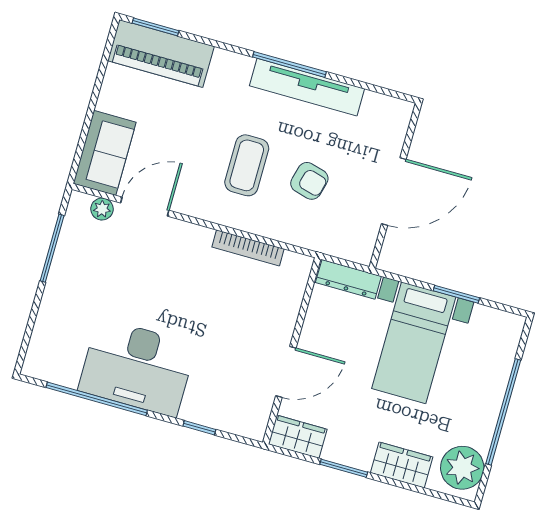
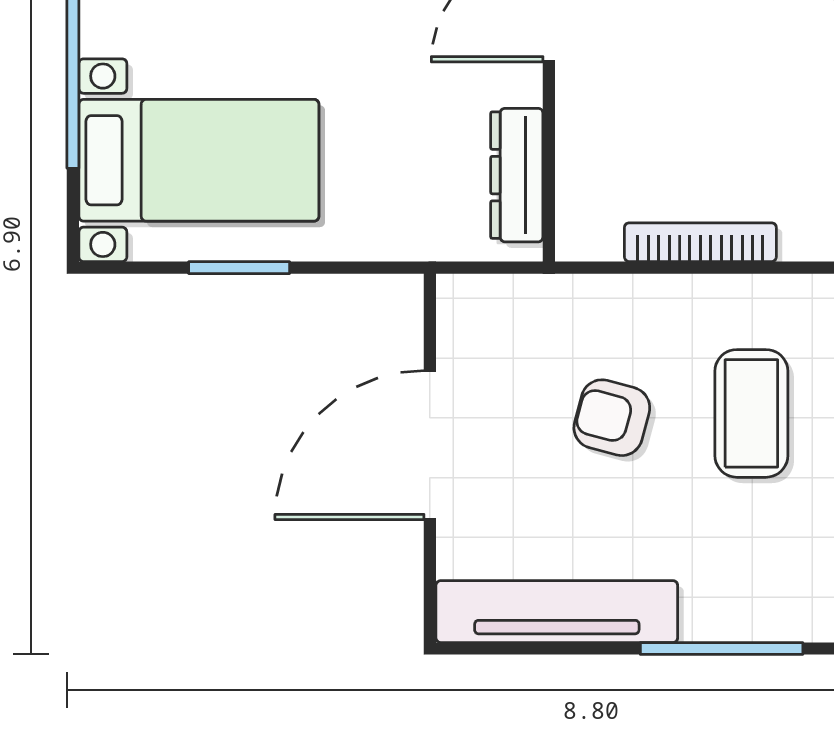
tv unit: (307, 87) -> (557, 612), moved
dresser: (348, 279) -> (517, 175), moved, turned -90
bed with nightstands: (414, 343) -> (199, 160), moved, turned 90

